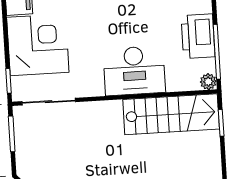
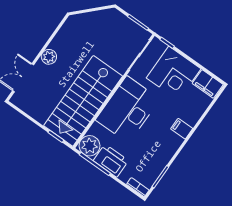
desk: (134, 71) -> (128, 110), width x1.36, depth x1.30
plant: (208, 82) -> (89, 146), width x1.88, depth x1.88
stairs: (171, 114) -> (83, 101), width x1.36, depth x1.51

